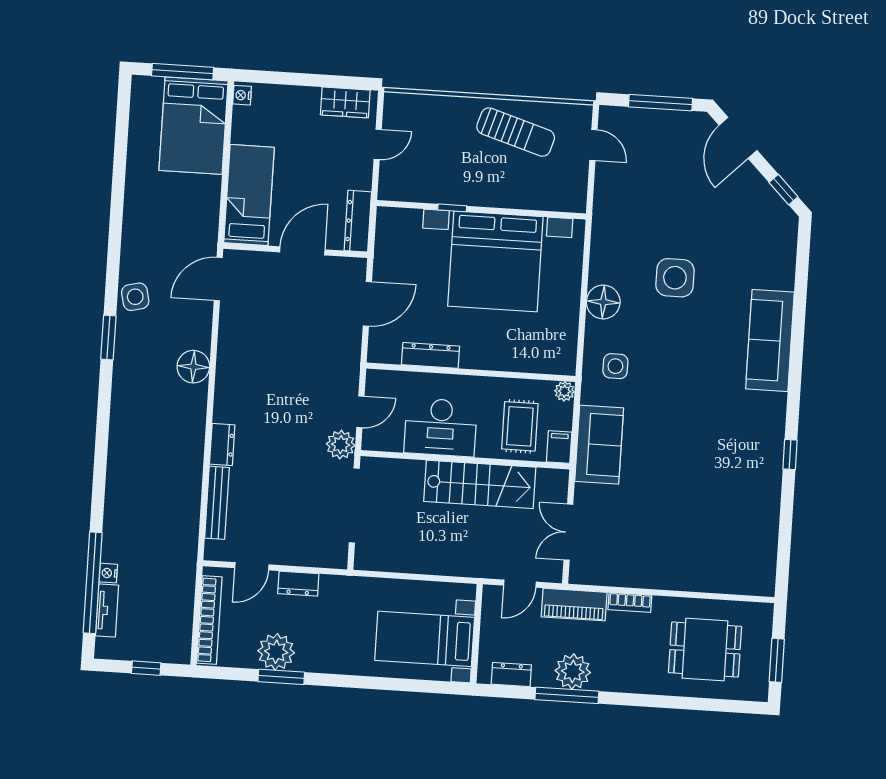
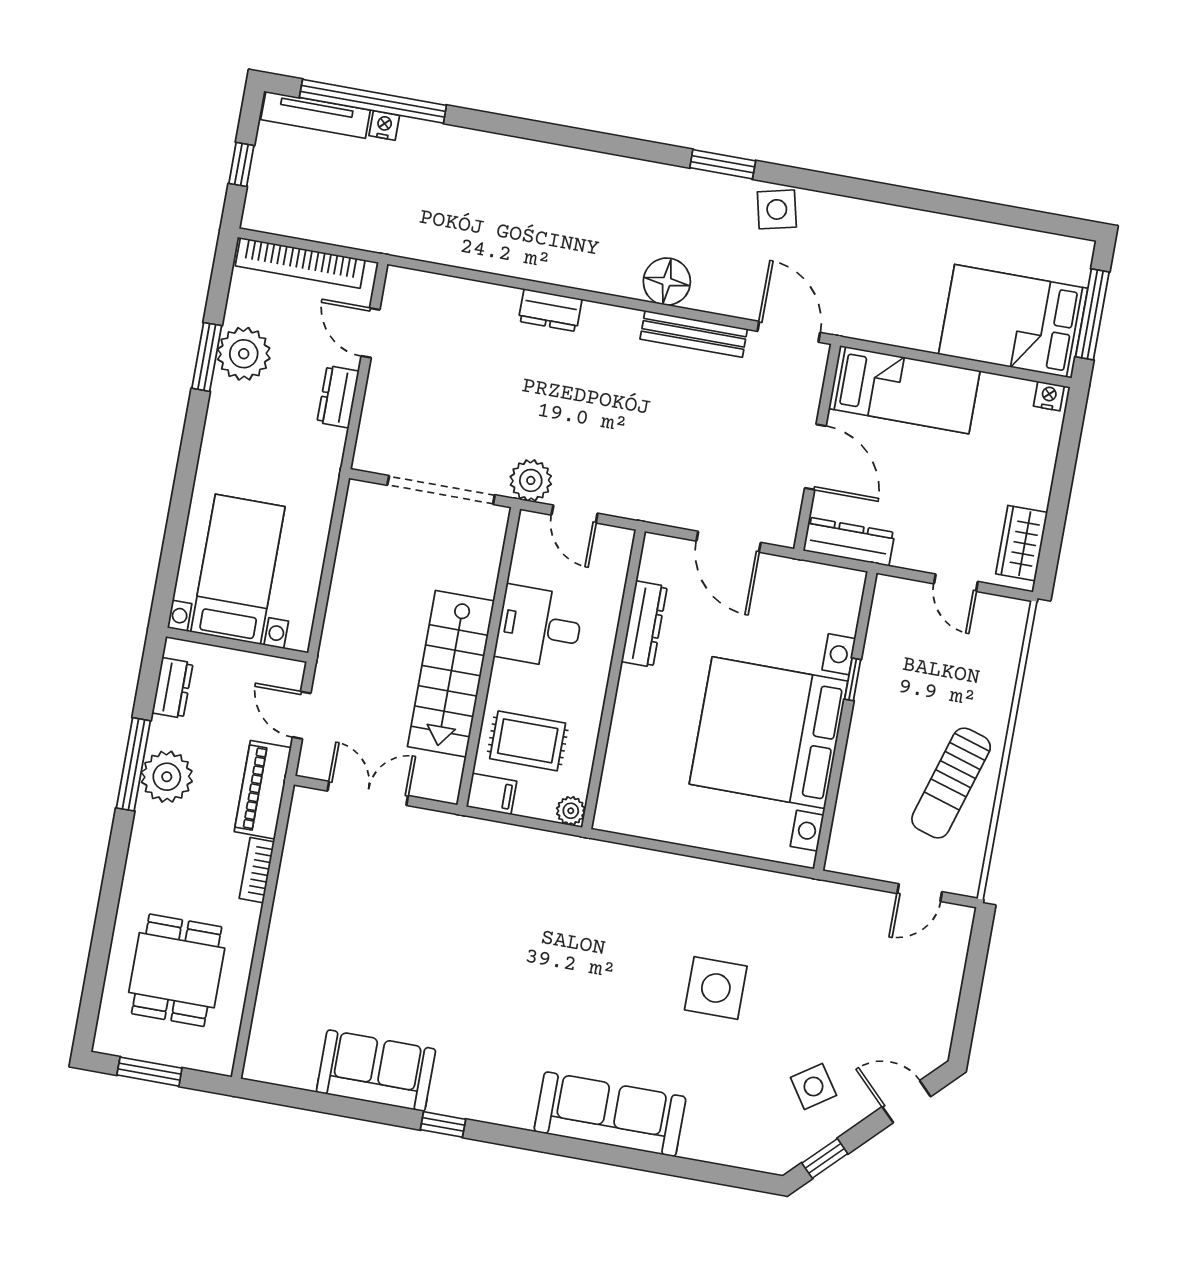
window: (660, 103) -> (970, 996), removed
door: (738, 138) -> (906, 1102), width x0.73
floor lamp: (603, 302) -> (693, 881), removed
side table: (615, 366) -> (813, 1086), moved, turned -34
desk: (441, 427) -> (539, 627), width x0.73
sofa: (599, 445) -> (376, 1071), moved, turned 180
bench: (217, 503) -> (694, 334), moved
tv unit: (107, 610) -> (316, 115), width x1.41

